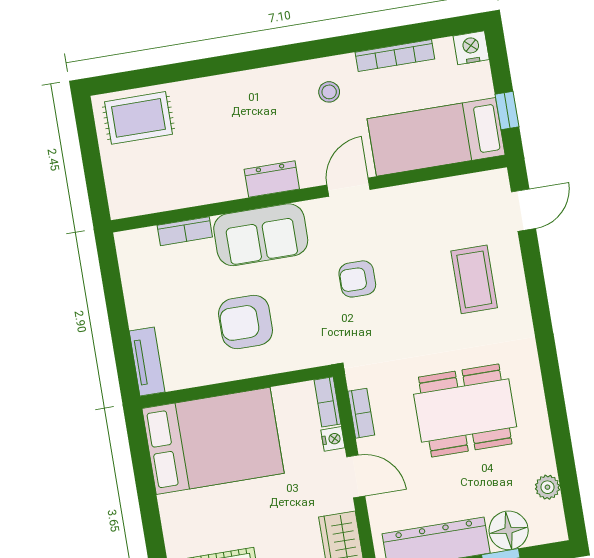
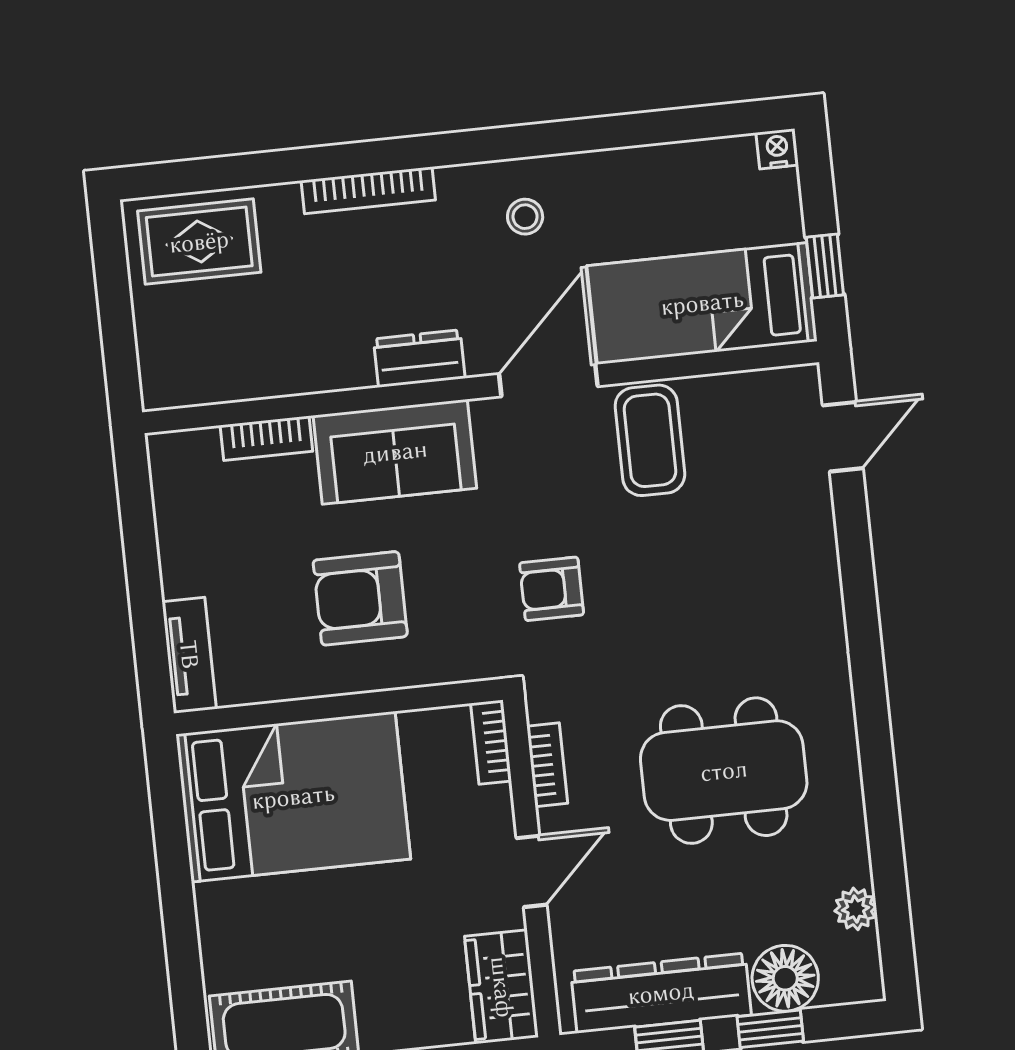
nightstand: (471, 48) -> (777, 149), width x0.72, depth x0.74
bookcase: (395, 56) -> (368, 190), moved
door: (348, 187) -> (548, 380), width x1.38
armchair: (357, 279) -> (552, 589), moved
coffee table: (474, 279) -> (650, 440), moved
nightstand: (333, 439) -> (496, 805), removed
door: (356, 476) -> (532, 871), hinge flipped

